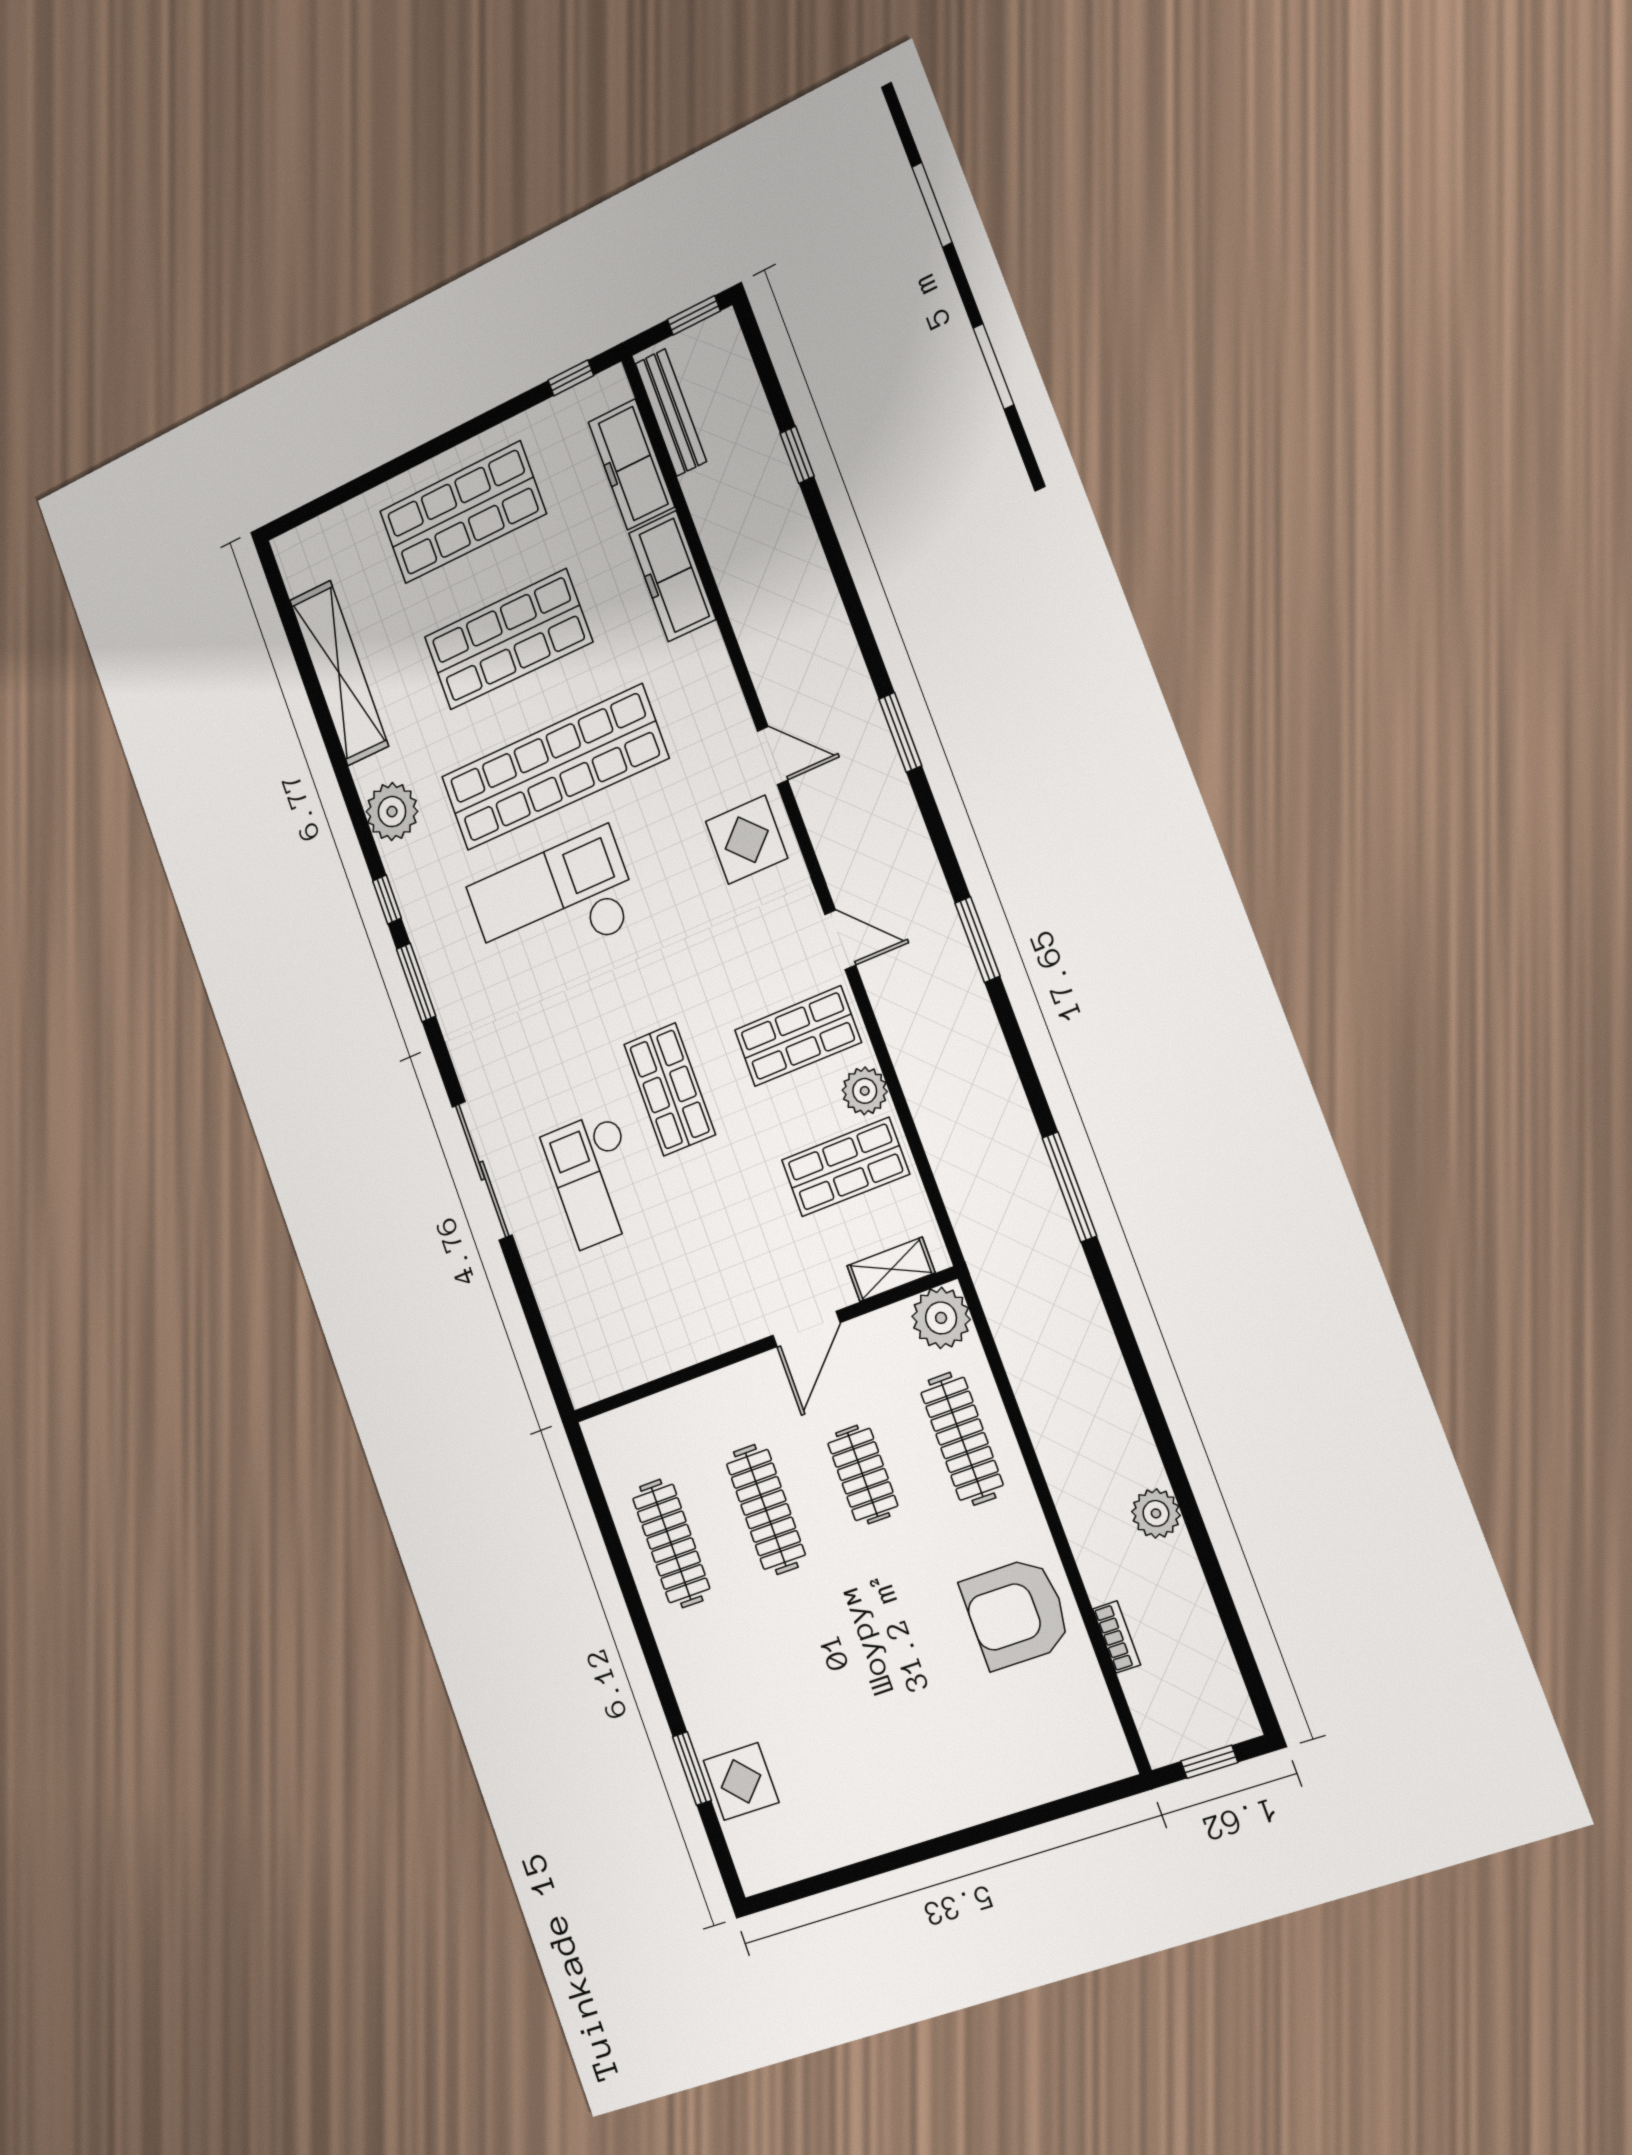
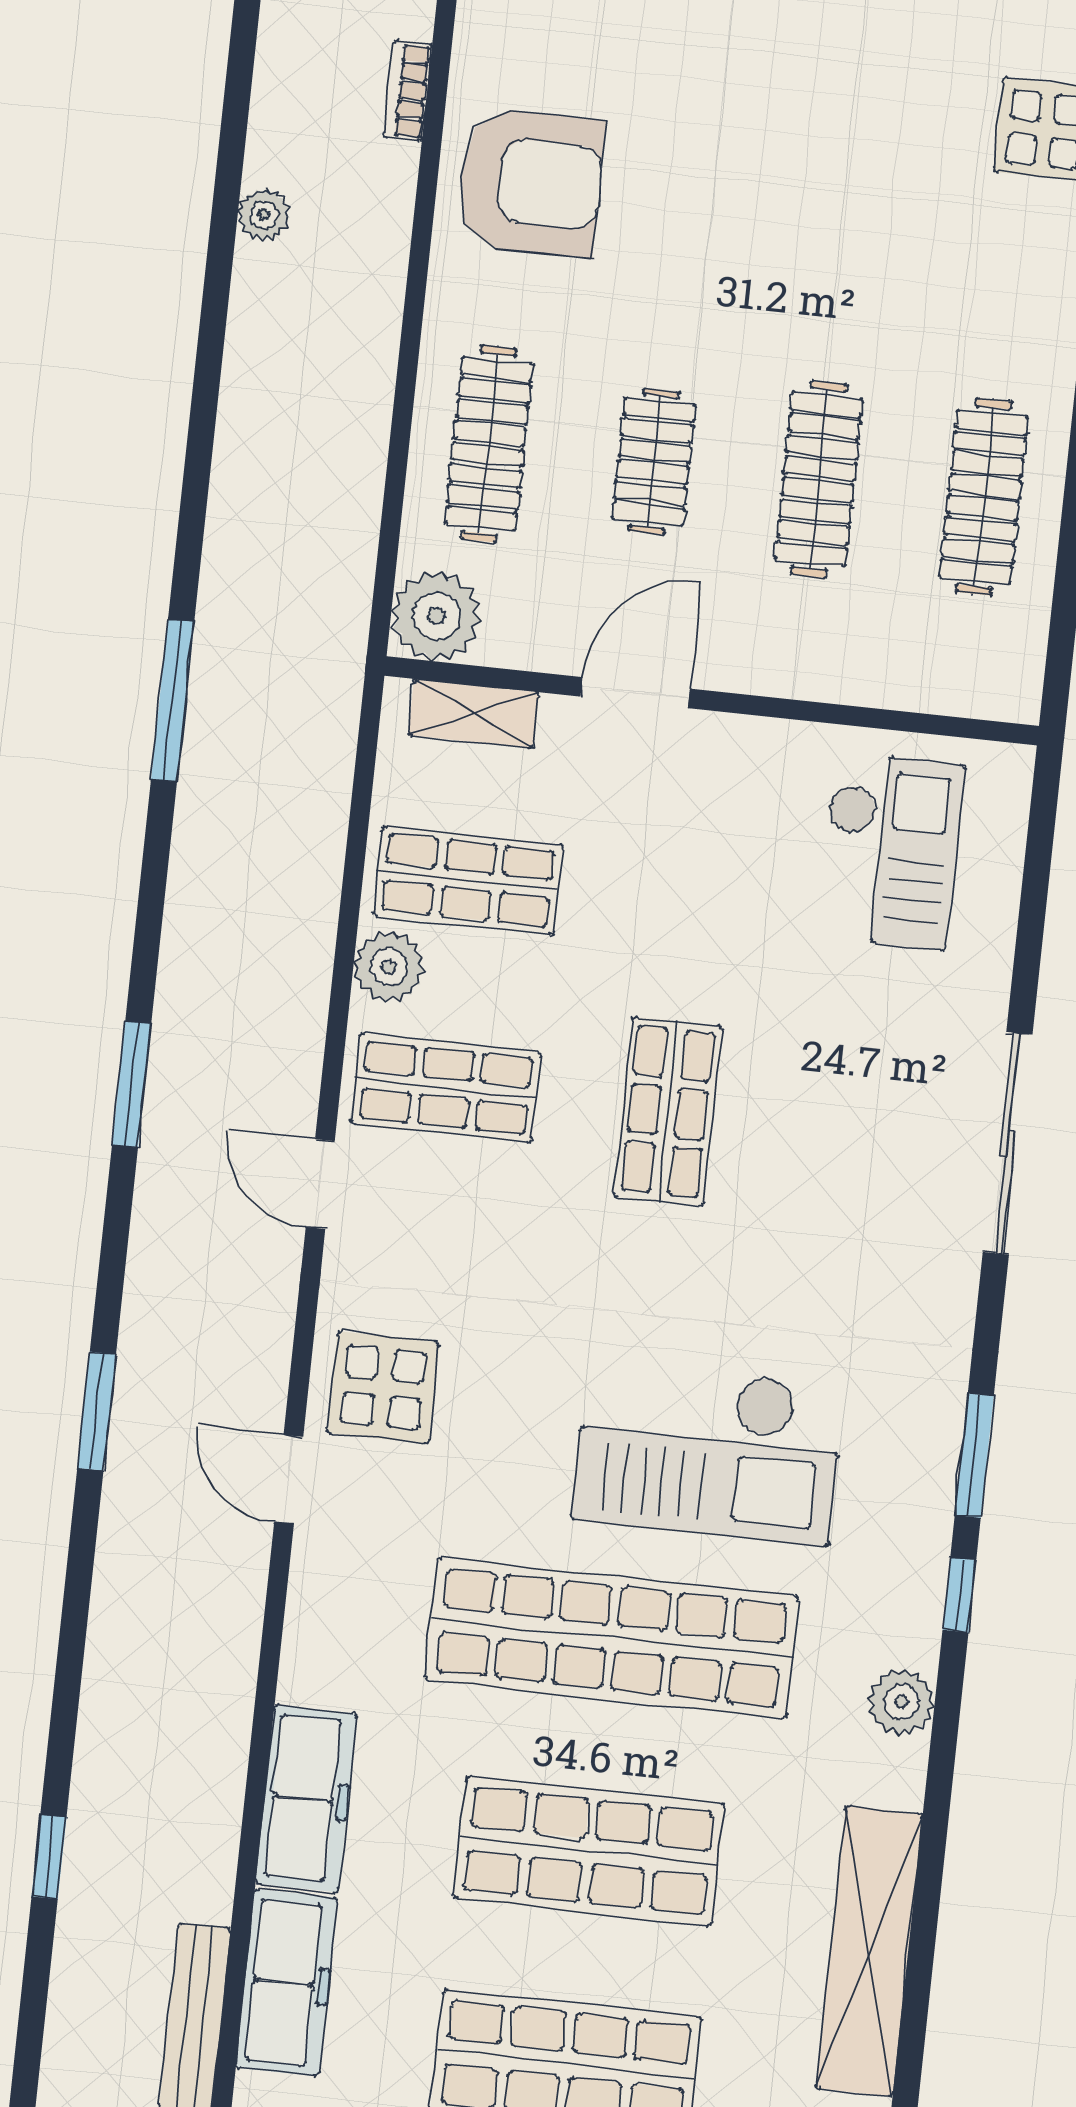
plant: (392, 812) -> (901, 1702), width x0.73, depth x0.73
checkout: (596, 1179) -> (890, 851), moved
plant: (1156, 1513) -> (264, 215), width x0.73, depth x0.73

